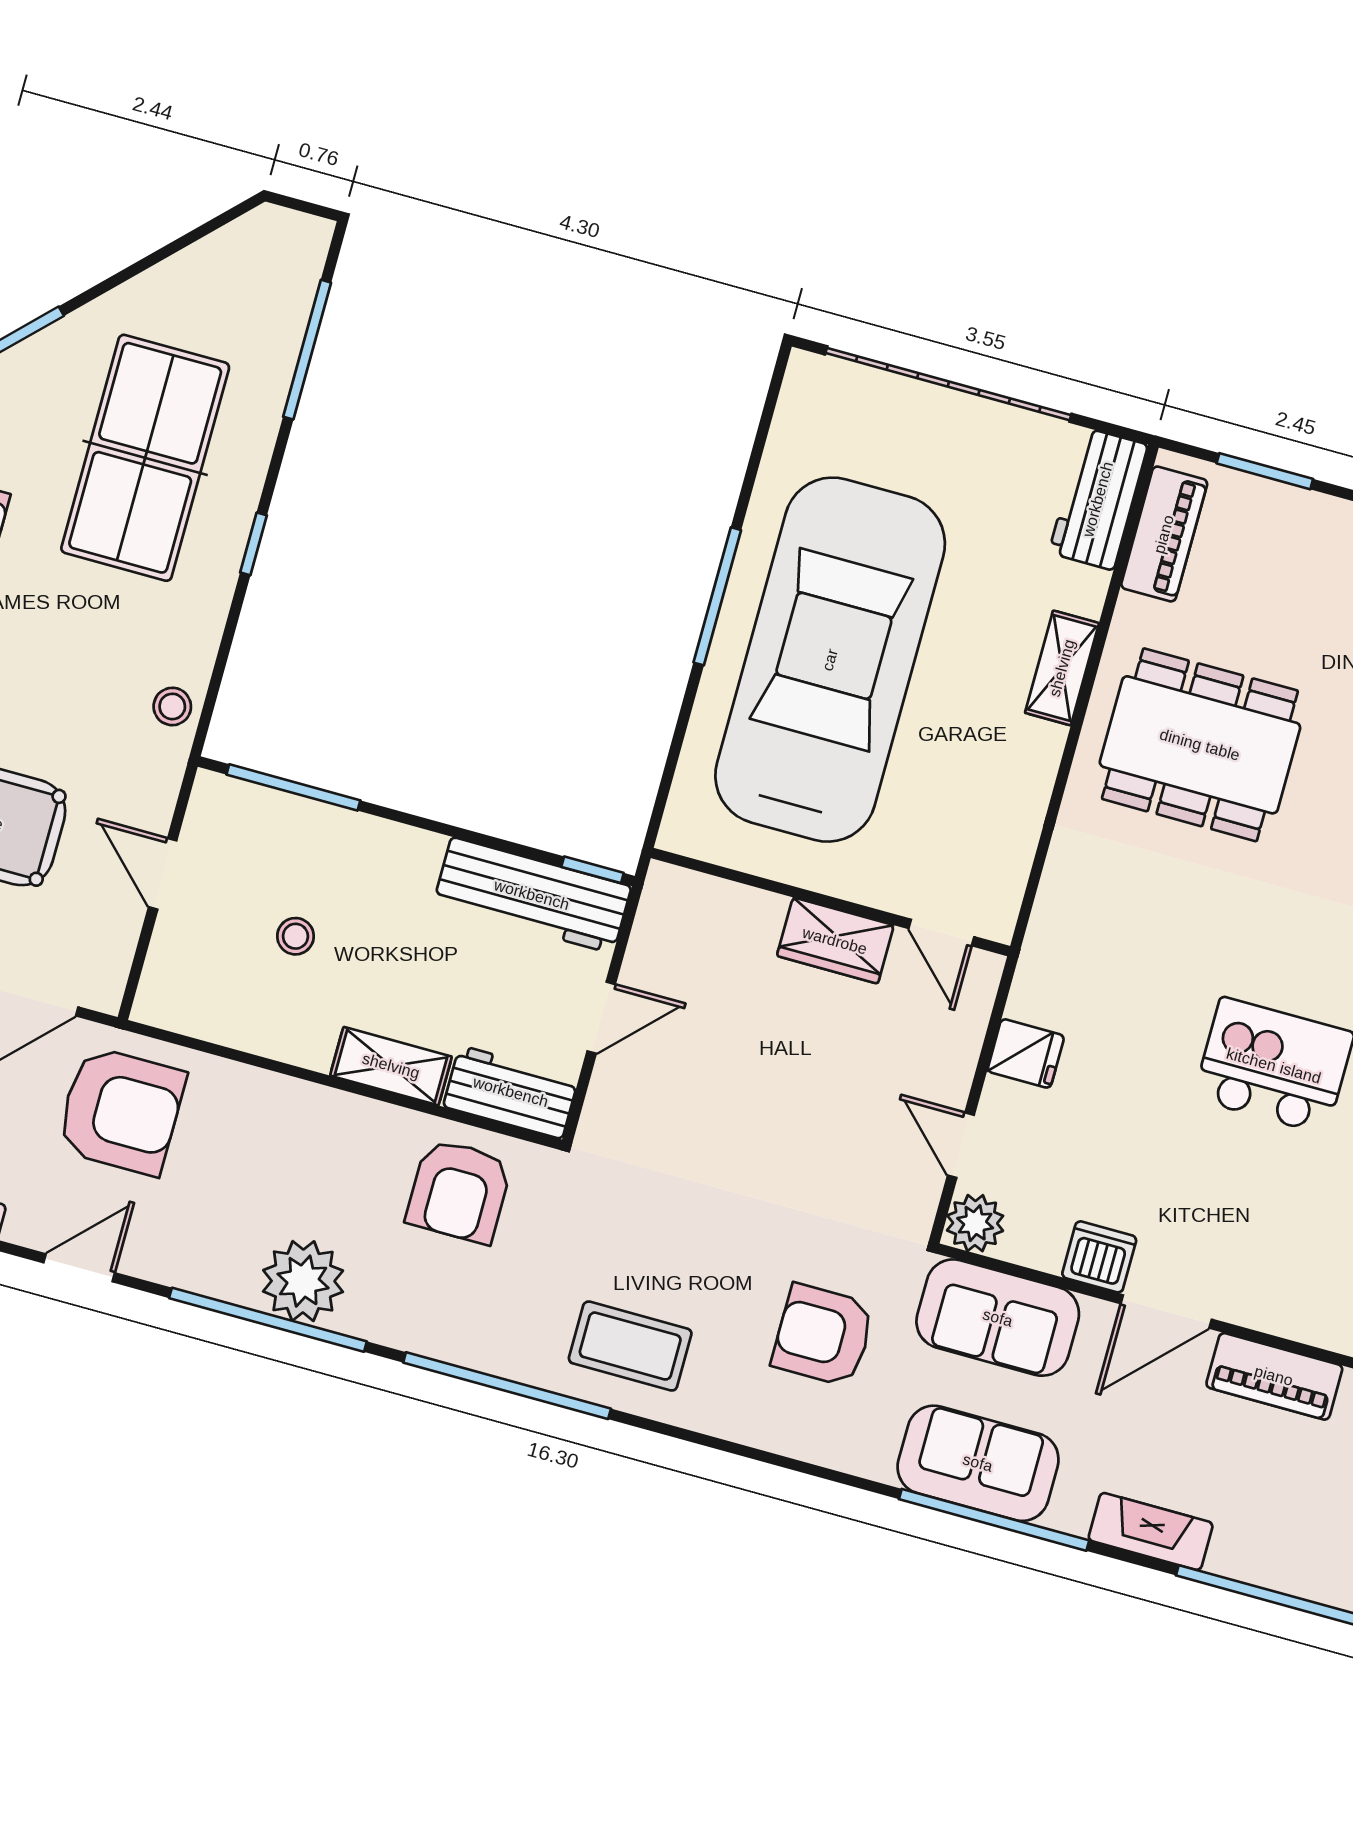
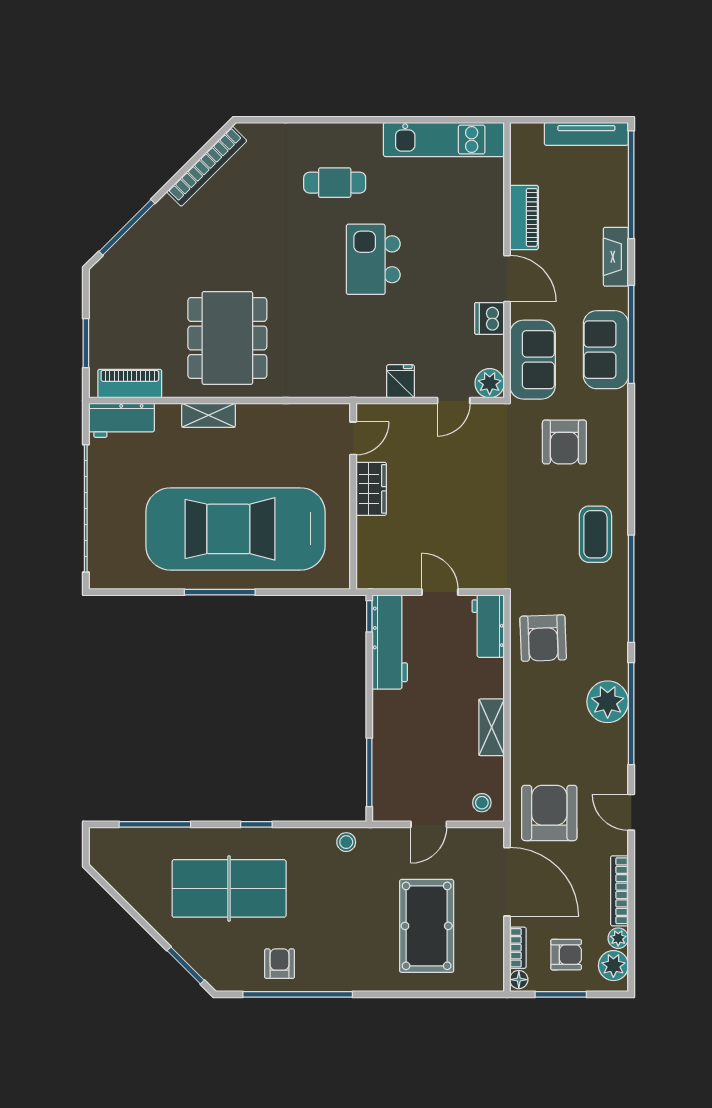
stool: (295, 936) -> (482, 803), moved
shelving: (391, 1066) -> (492, 727), moved
armchair: (459, 1191) -> (543, 638), turned 88

